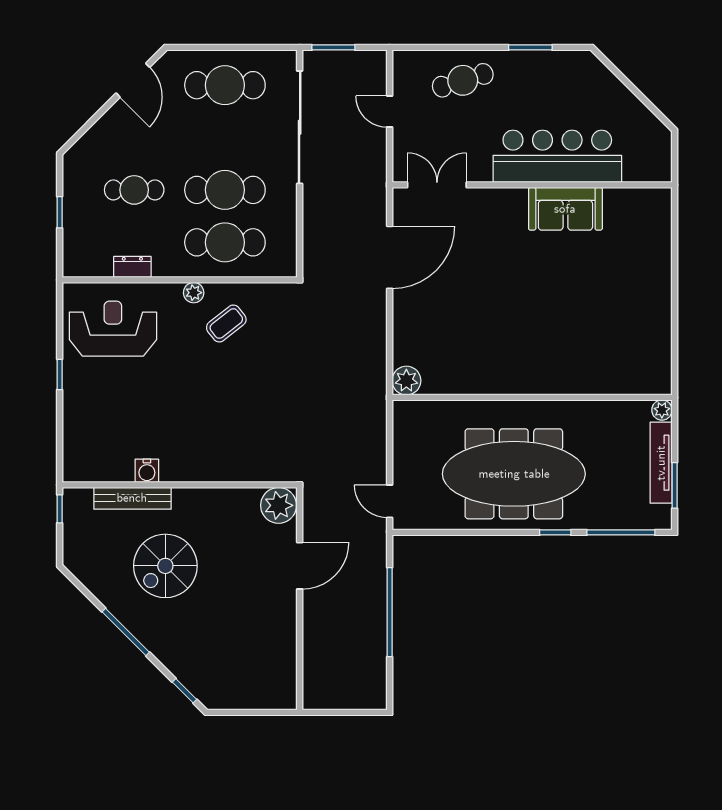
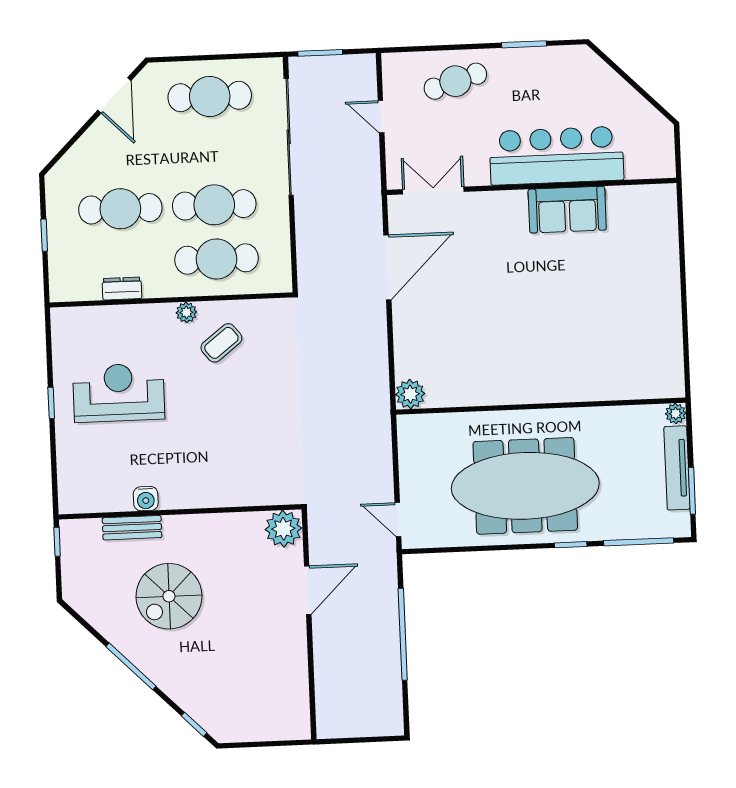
cafe table: (134, 190) -> (120, 209), width x1.37, depth x1.35
reception desk: (113, 329) -> (119, 393), moved
bench: (132, 498) -> (132, 528), width x0.73

